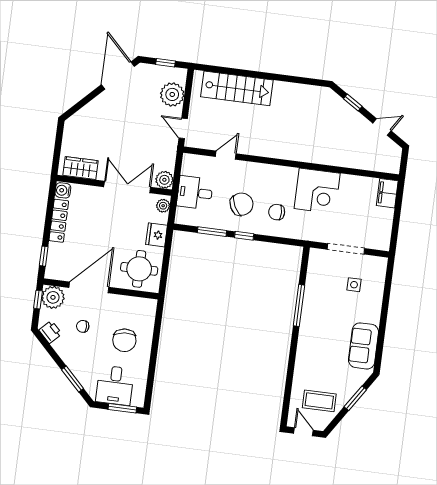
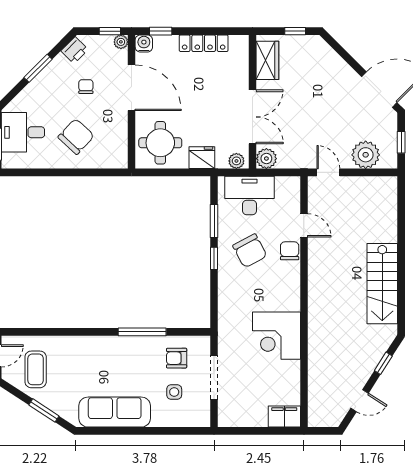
stairs: (237, 88) -> (382, 284), moved
door: (382, 127) -> (360, 401), hinge flipped
door: (183, 128) -> (328, 172), hinge flipped
window: (59, 141) -> (295, 31), added
water cooler: (63, 190) -> (144, 43), moved
desk: (195, 193) -> (250, 195), width x1.37
chair: (277, 212) -> (290, 251), moved
armchair: (325, 279) -> (177, 358), added
plant: (53, 297) -> (121, 42), width x0.53, depth x0.53
chair: (124, 340) -> (76, 136), turned 138
sofa: (364, 346) -> (115, 412), width x1.36
window: (72, 379) -> (38, 68), moved

